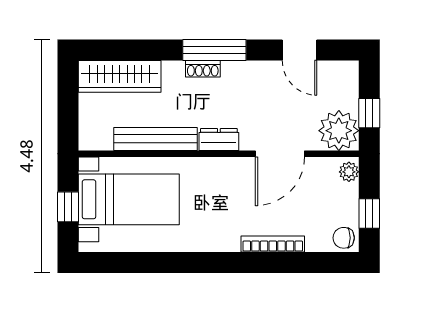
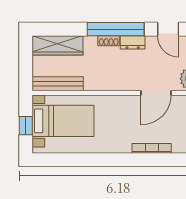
window: (214, 50) -> (116, 29), width x1.46
bench: (155, 139) -> (58, 84), moved
dresser: (219, 139) -> (133, 42), moved, turned 180

